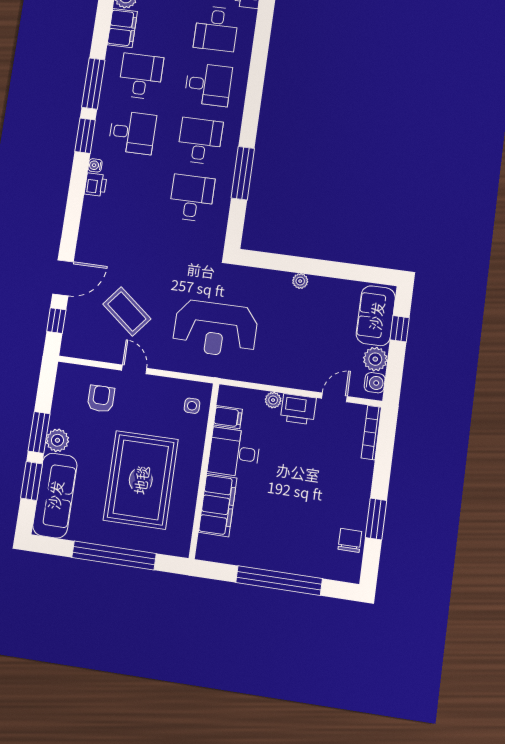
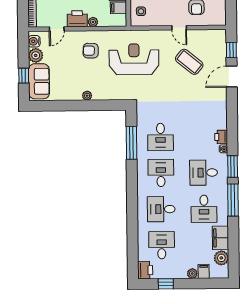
desk: (200, 141) -> (161, 173), turned 180
window: (243, 173) -> (131, 143), moved
armchair: (284, 353) -> (91, 51), added

